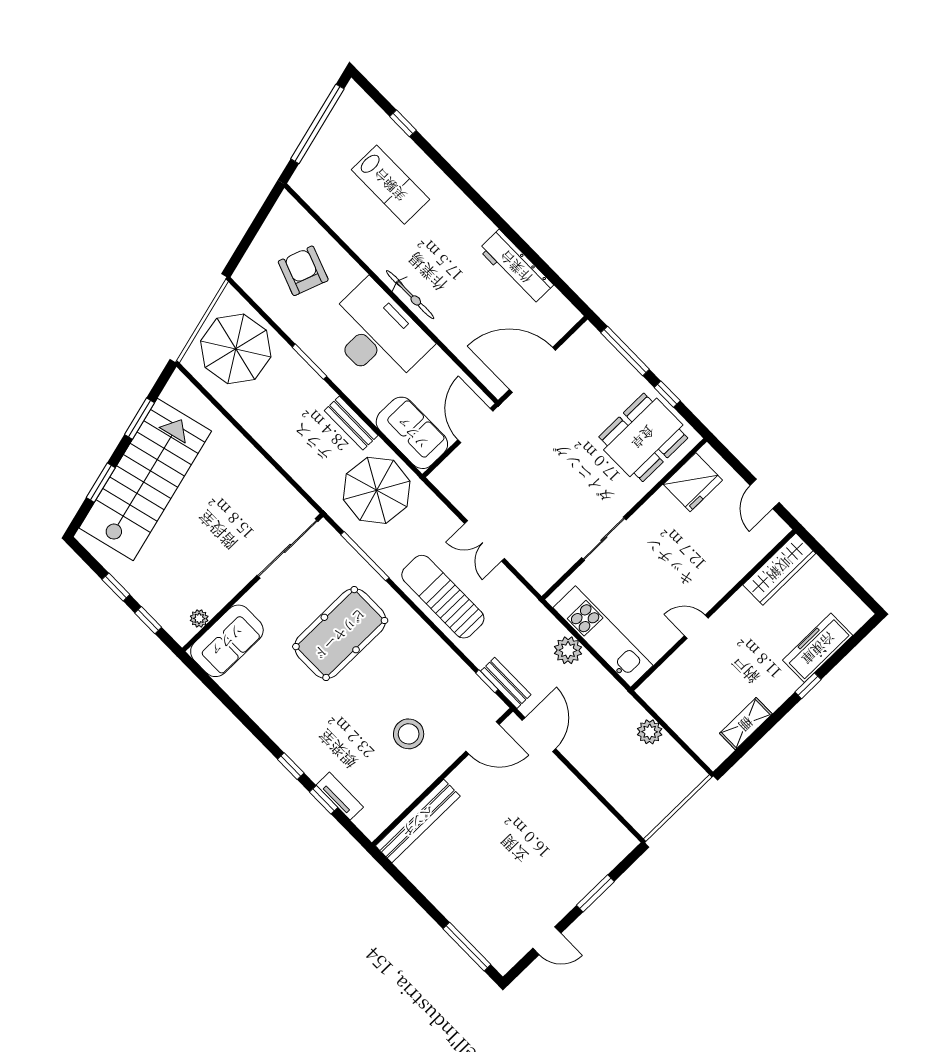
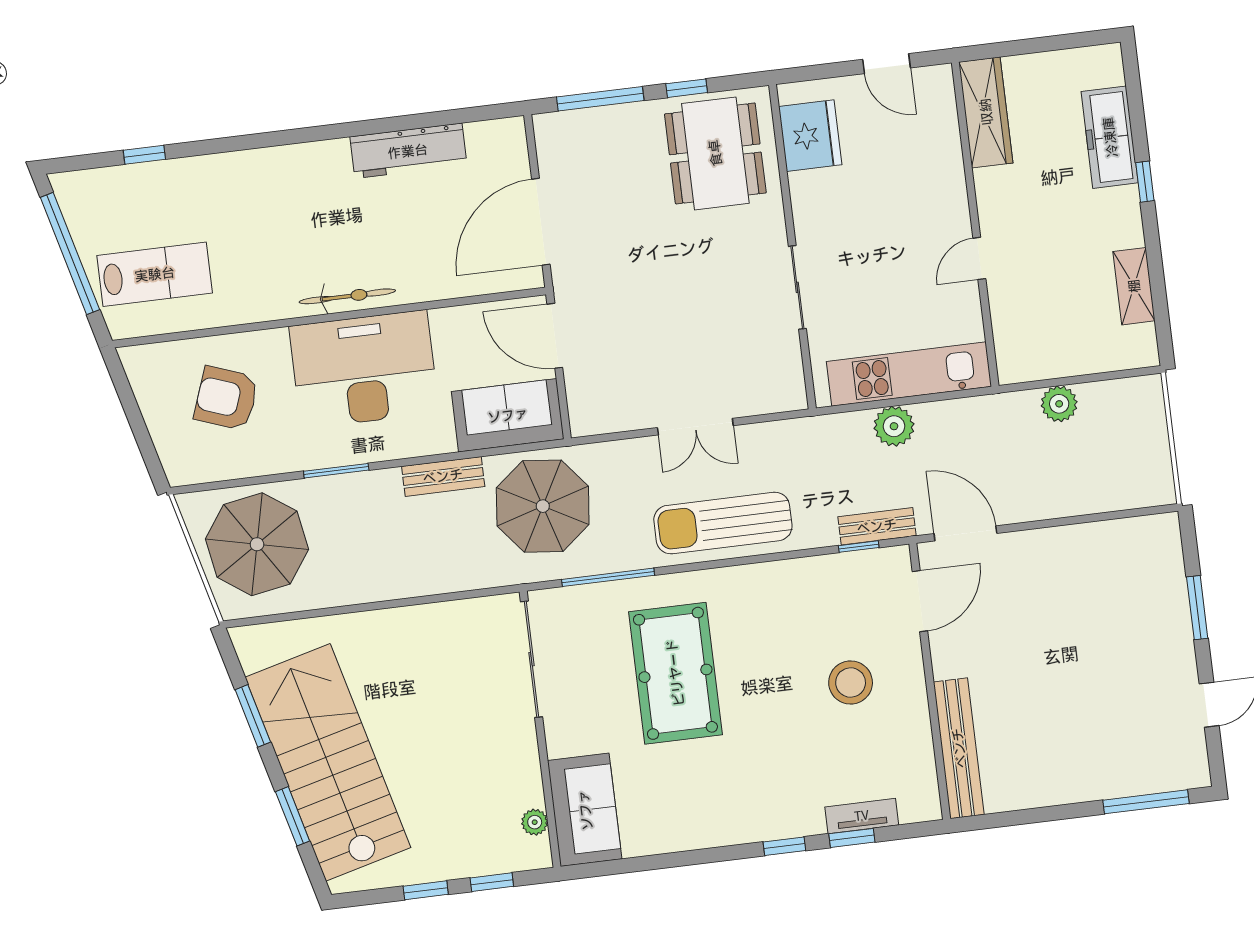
lab bench: (390, 185) -> (155, 274), moved

